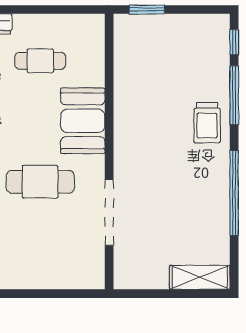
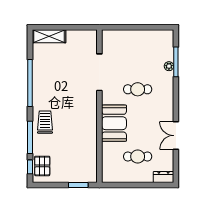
pallet: (212, 44) -> (42, 166), added
cafe table: (40, 182) -> (138, 89), width x0.73, depth x0.74

